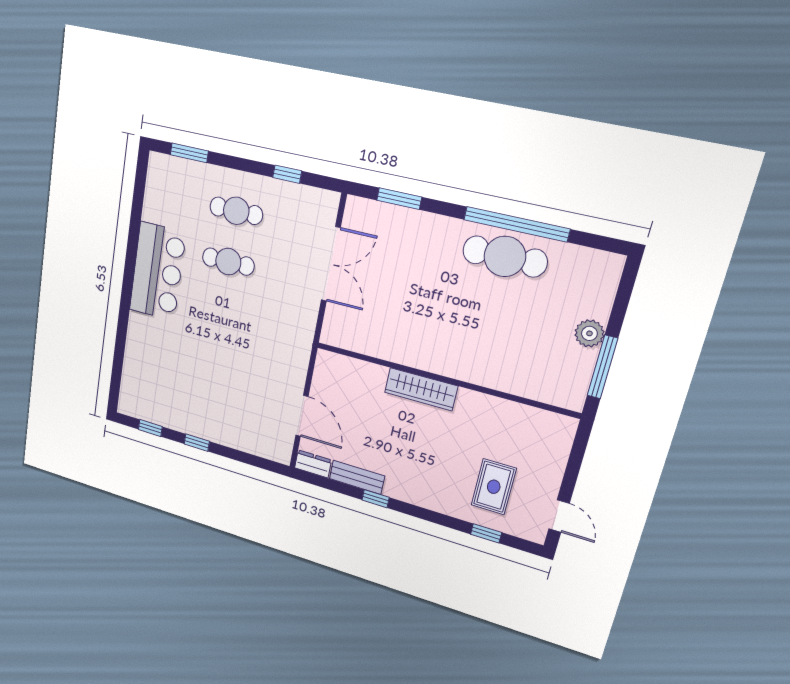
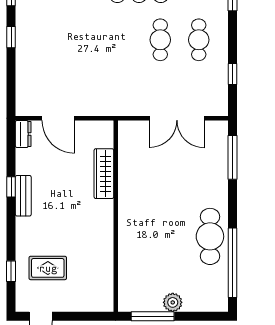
window: (399, 199) -> (233, 157), width x1.44
window: (516, 224) -> (233, 263), moved
wardrobe: (421, 389) -> (104, 174), moved
door: (302, 416) -> (58, 118), hinge flipped
bench: (357, 477) -> (23, 196), moved

